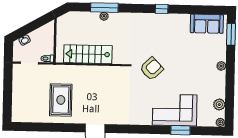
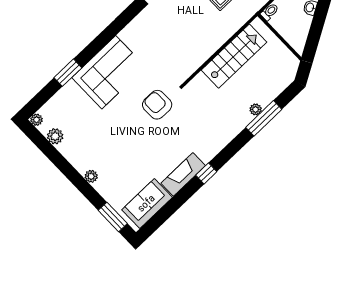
fireplace: (174, 20) -> (183, 174), added
armchair: (152, 69) -> (157, 105), turned 134
corner sofa: (175, 110) -> (109, 72), moved

